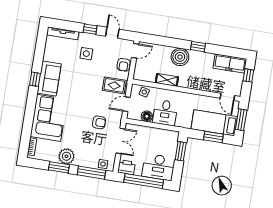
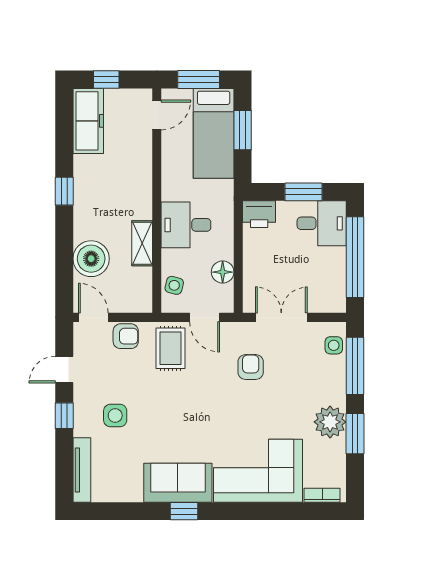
boiler: (180, 57) -> (91, 259), moved
desk: (165, 113) -> (186, 225), moved, turned 180
window: (181, 151) -> (304, 192), moved
printer: (126, 167) -> (259, 214), moved, turned -90
desk: (158, 167) -> (322, 223), width x0.73

